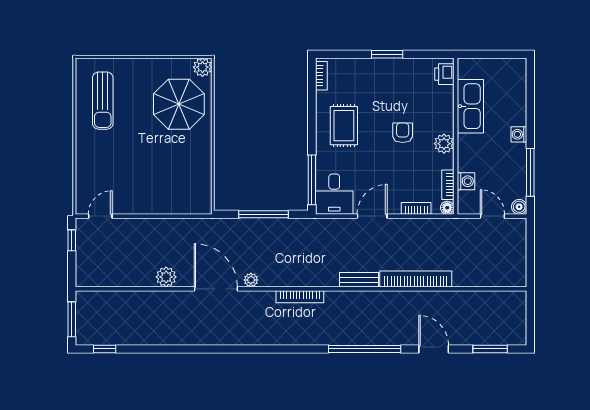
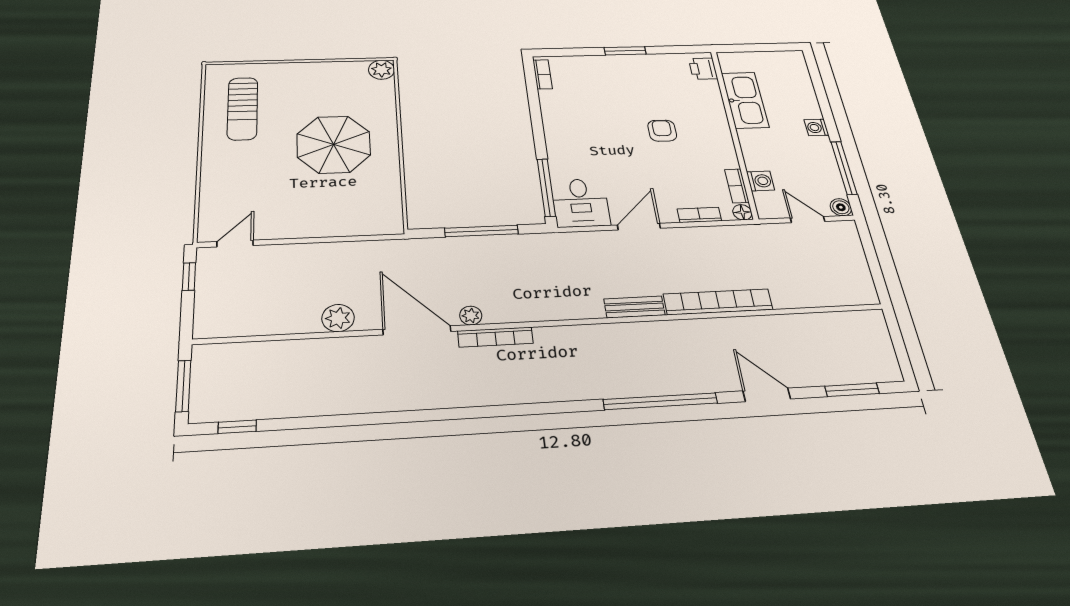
parasol: (179, 104) -> (334, 144), moved
rug: (344, 126) -> (581, 126), removed
plant: (444, 144) -> (720, 141), removed
bookcase: (300, 297) -> (495, 337), moved

